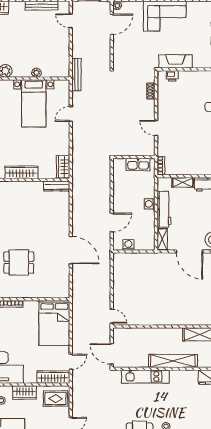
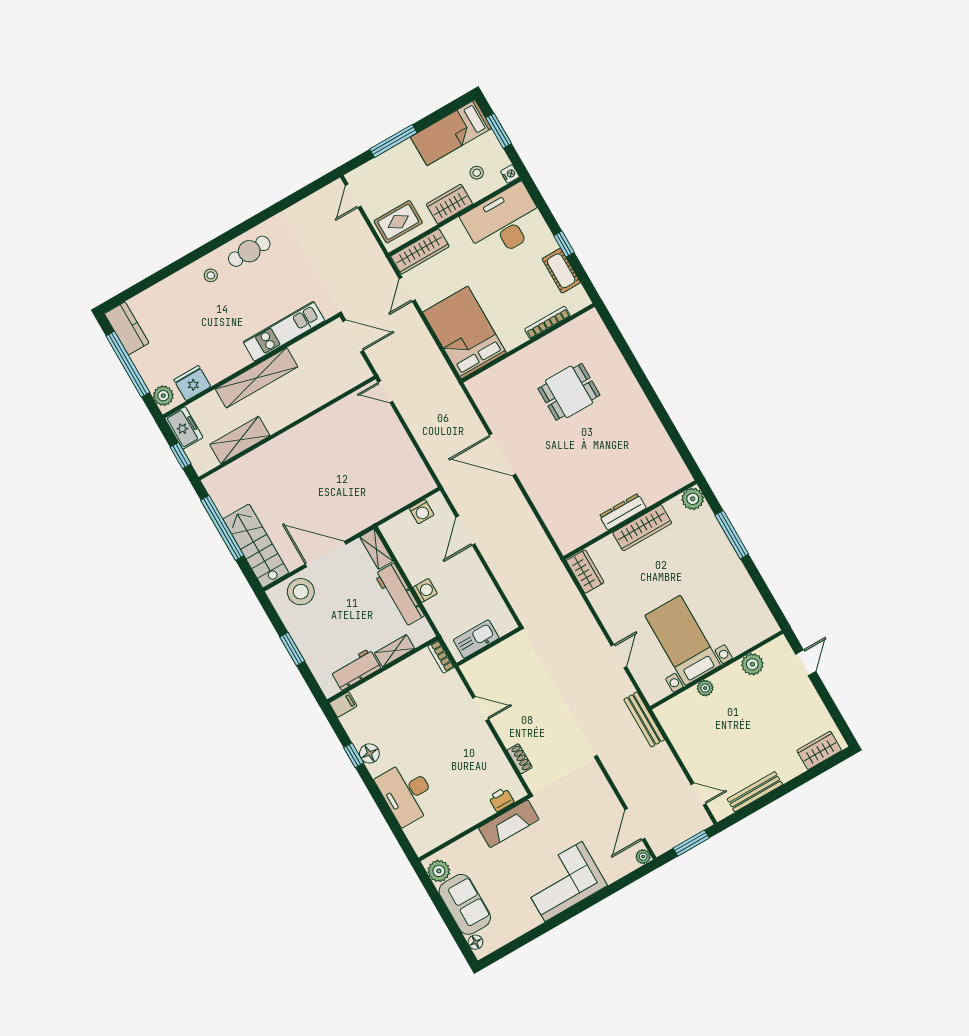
dresser: (57, 186) -> (623, 512), moved

